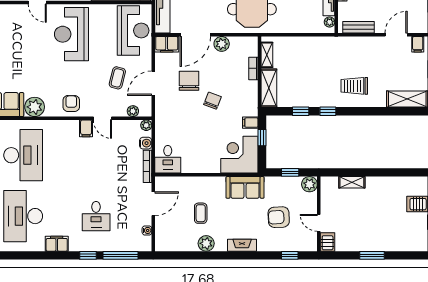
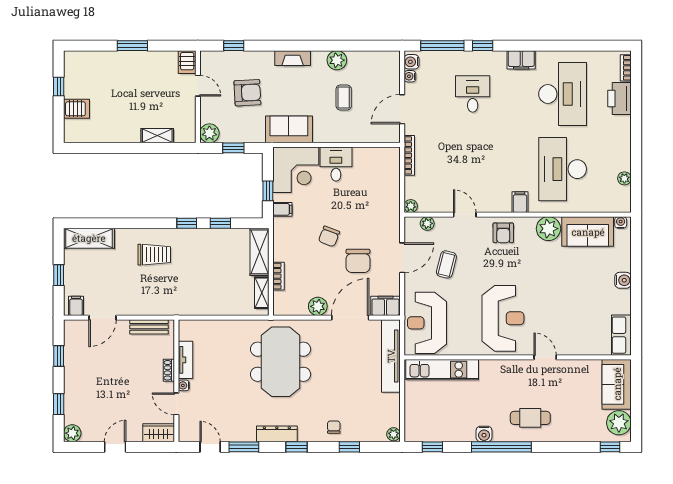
plant: (330, 22) -> (185, 333), removed
filing cabinet: (86, 128) -> (520, 202), moved
water cooler: (146, 143) -> (412, 62), moved
desk: (168, 159) -> (336, 164), moved

